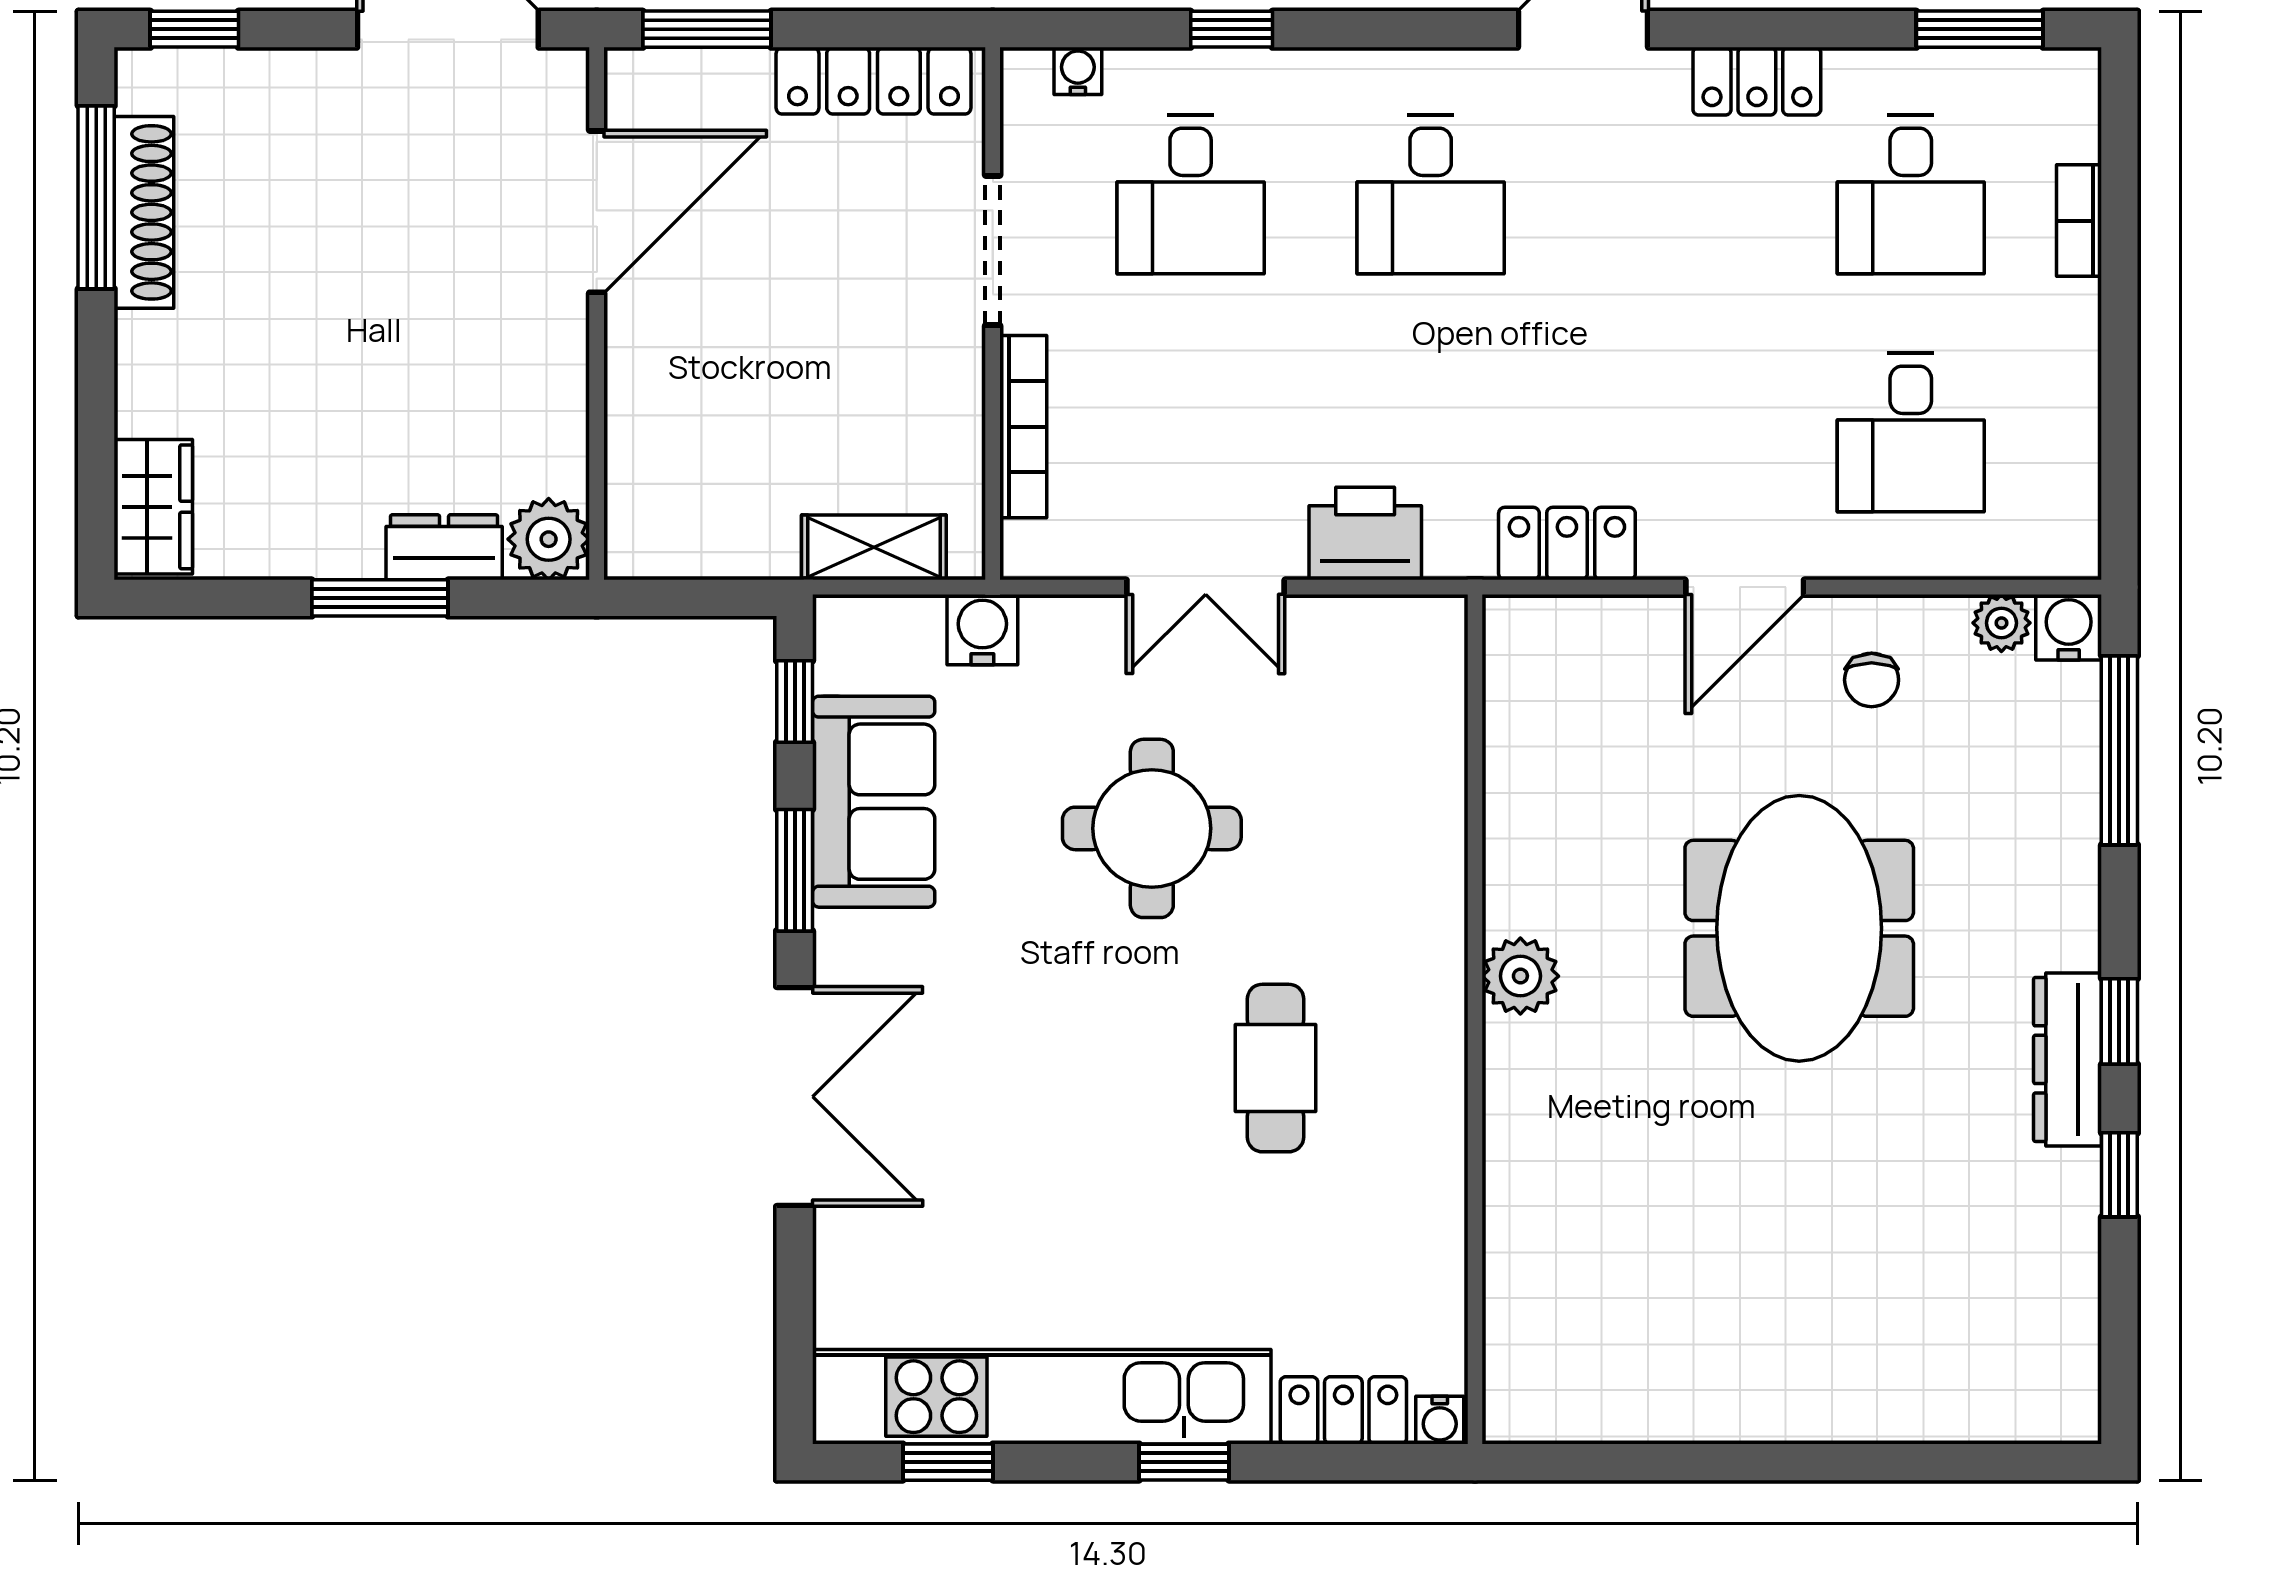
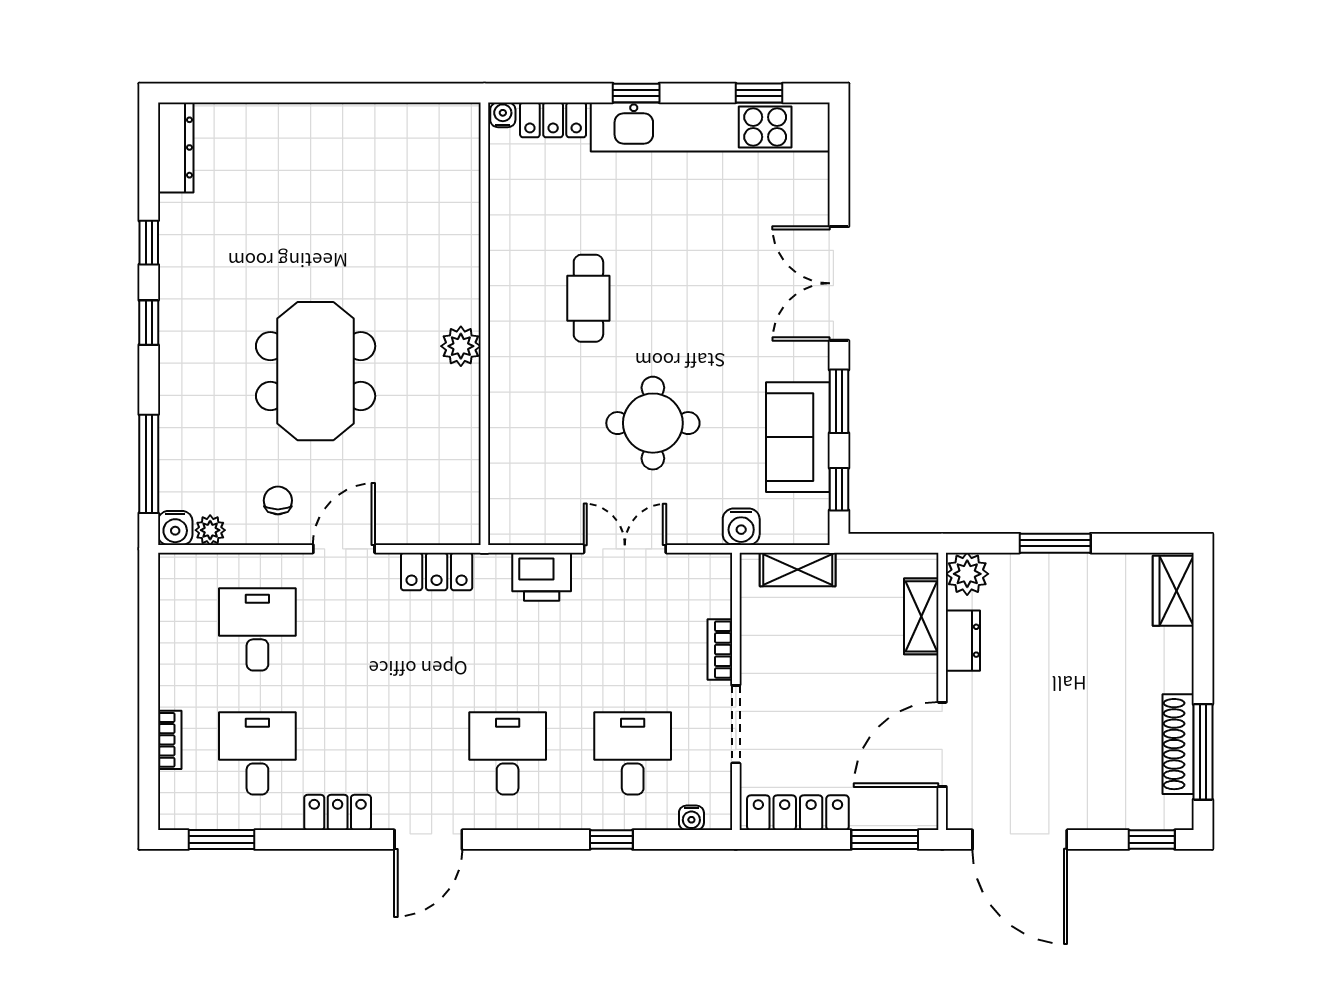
bookcase: (1023, 427) -> (720, 650), width x0.64
shelving: (637, 458) -> (921, 616), added
dresser: (444, 547) -> (963, 641), moved, turned -90
dresser: (2068, 1059) -> (176, 147), moved

